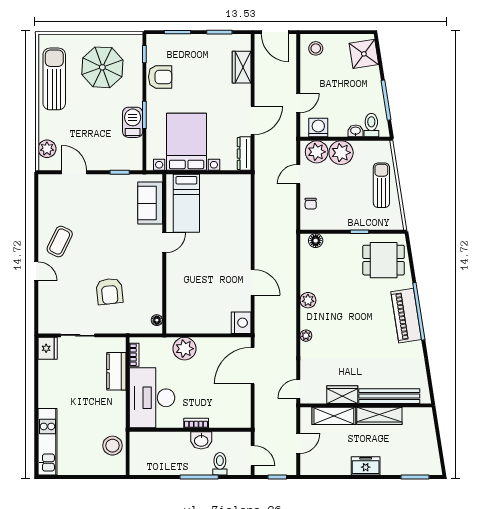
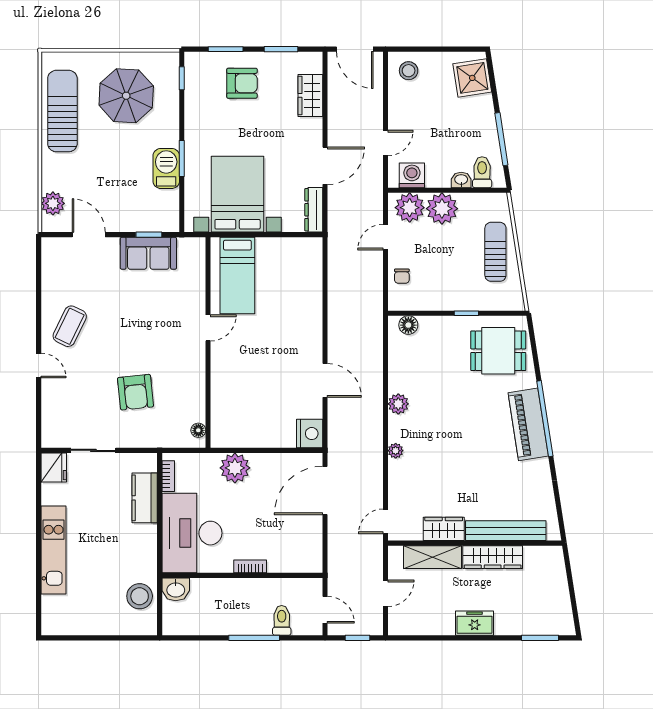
armchair: (160, 77) -> (242, 83), moved
sofa: (150, 203) -> (148, 253), moved, turned -90
washbasin: (201, 440) -> (176, 589), moved
kitchen unit: (47, 442) -> (54, 550), moved

